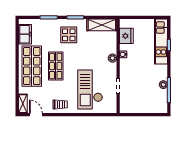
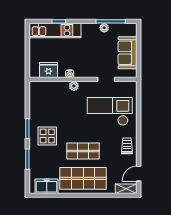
shelving: (102, 25) -> (36, 98), removed
checkout: (90, 89) -> (110, 111), turned 180
sofa: (141, 105) -> (128, 53), added

